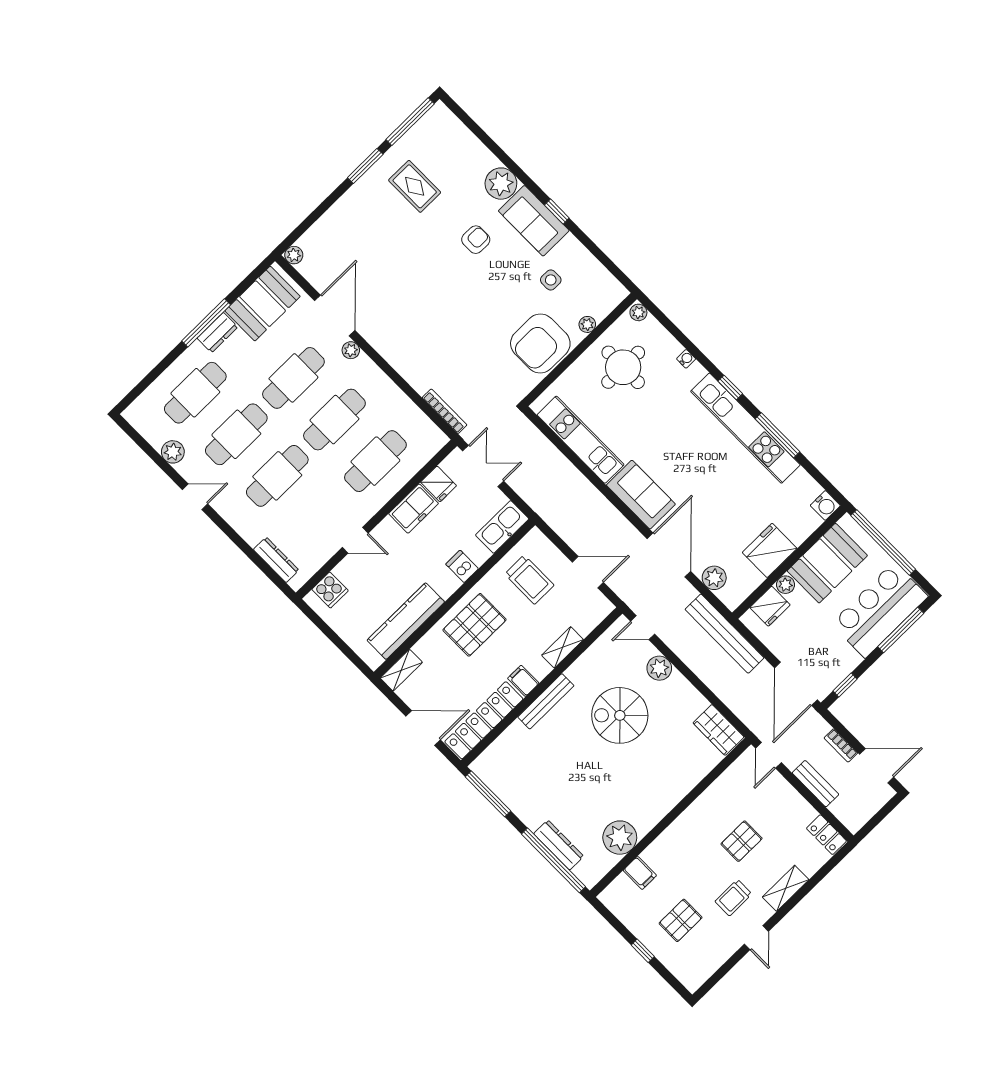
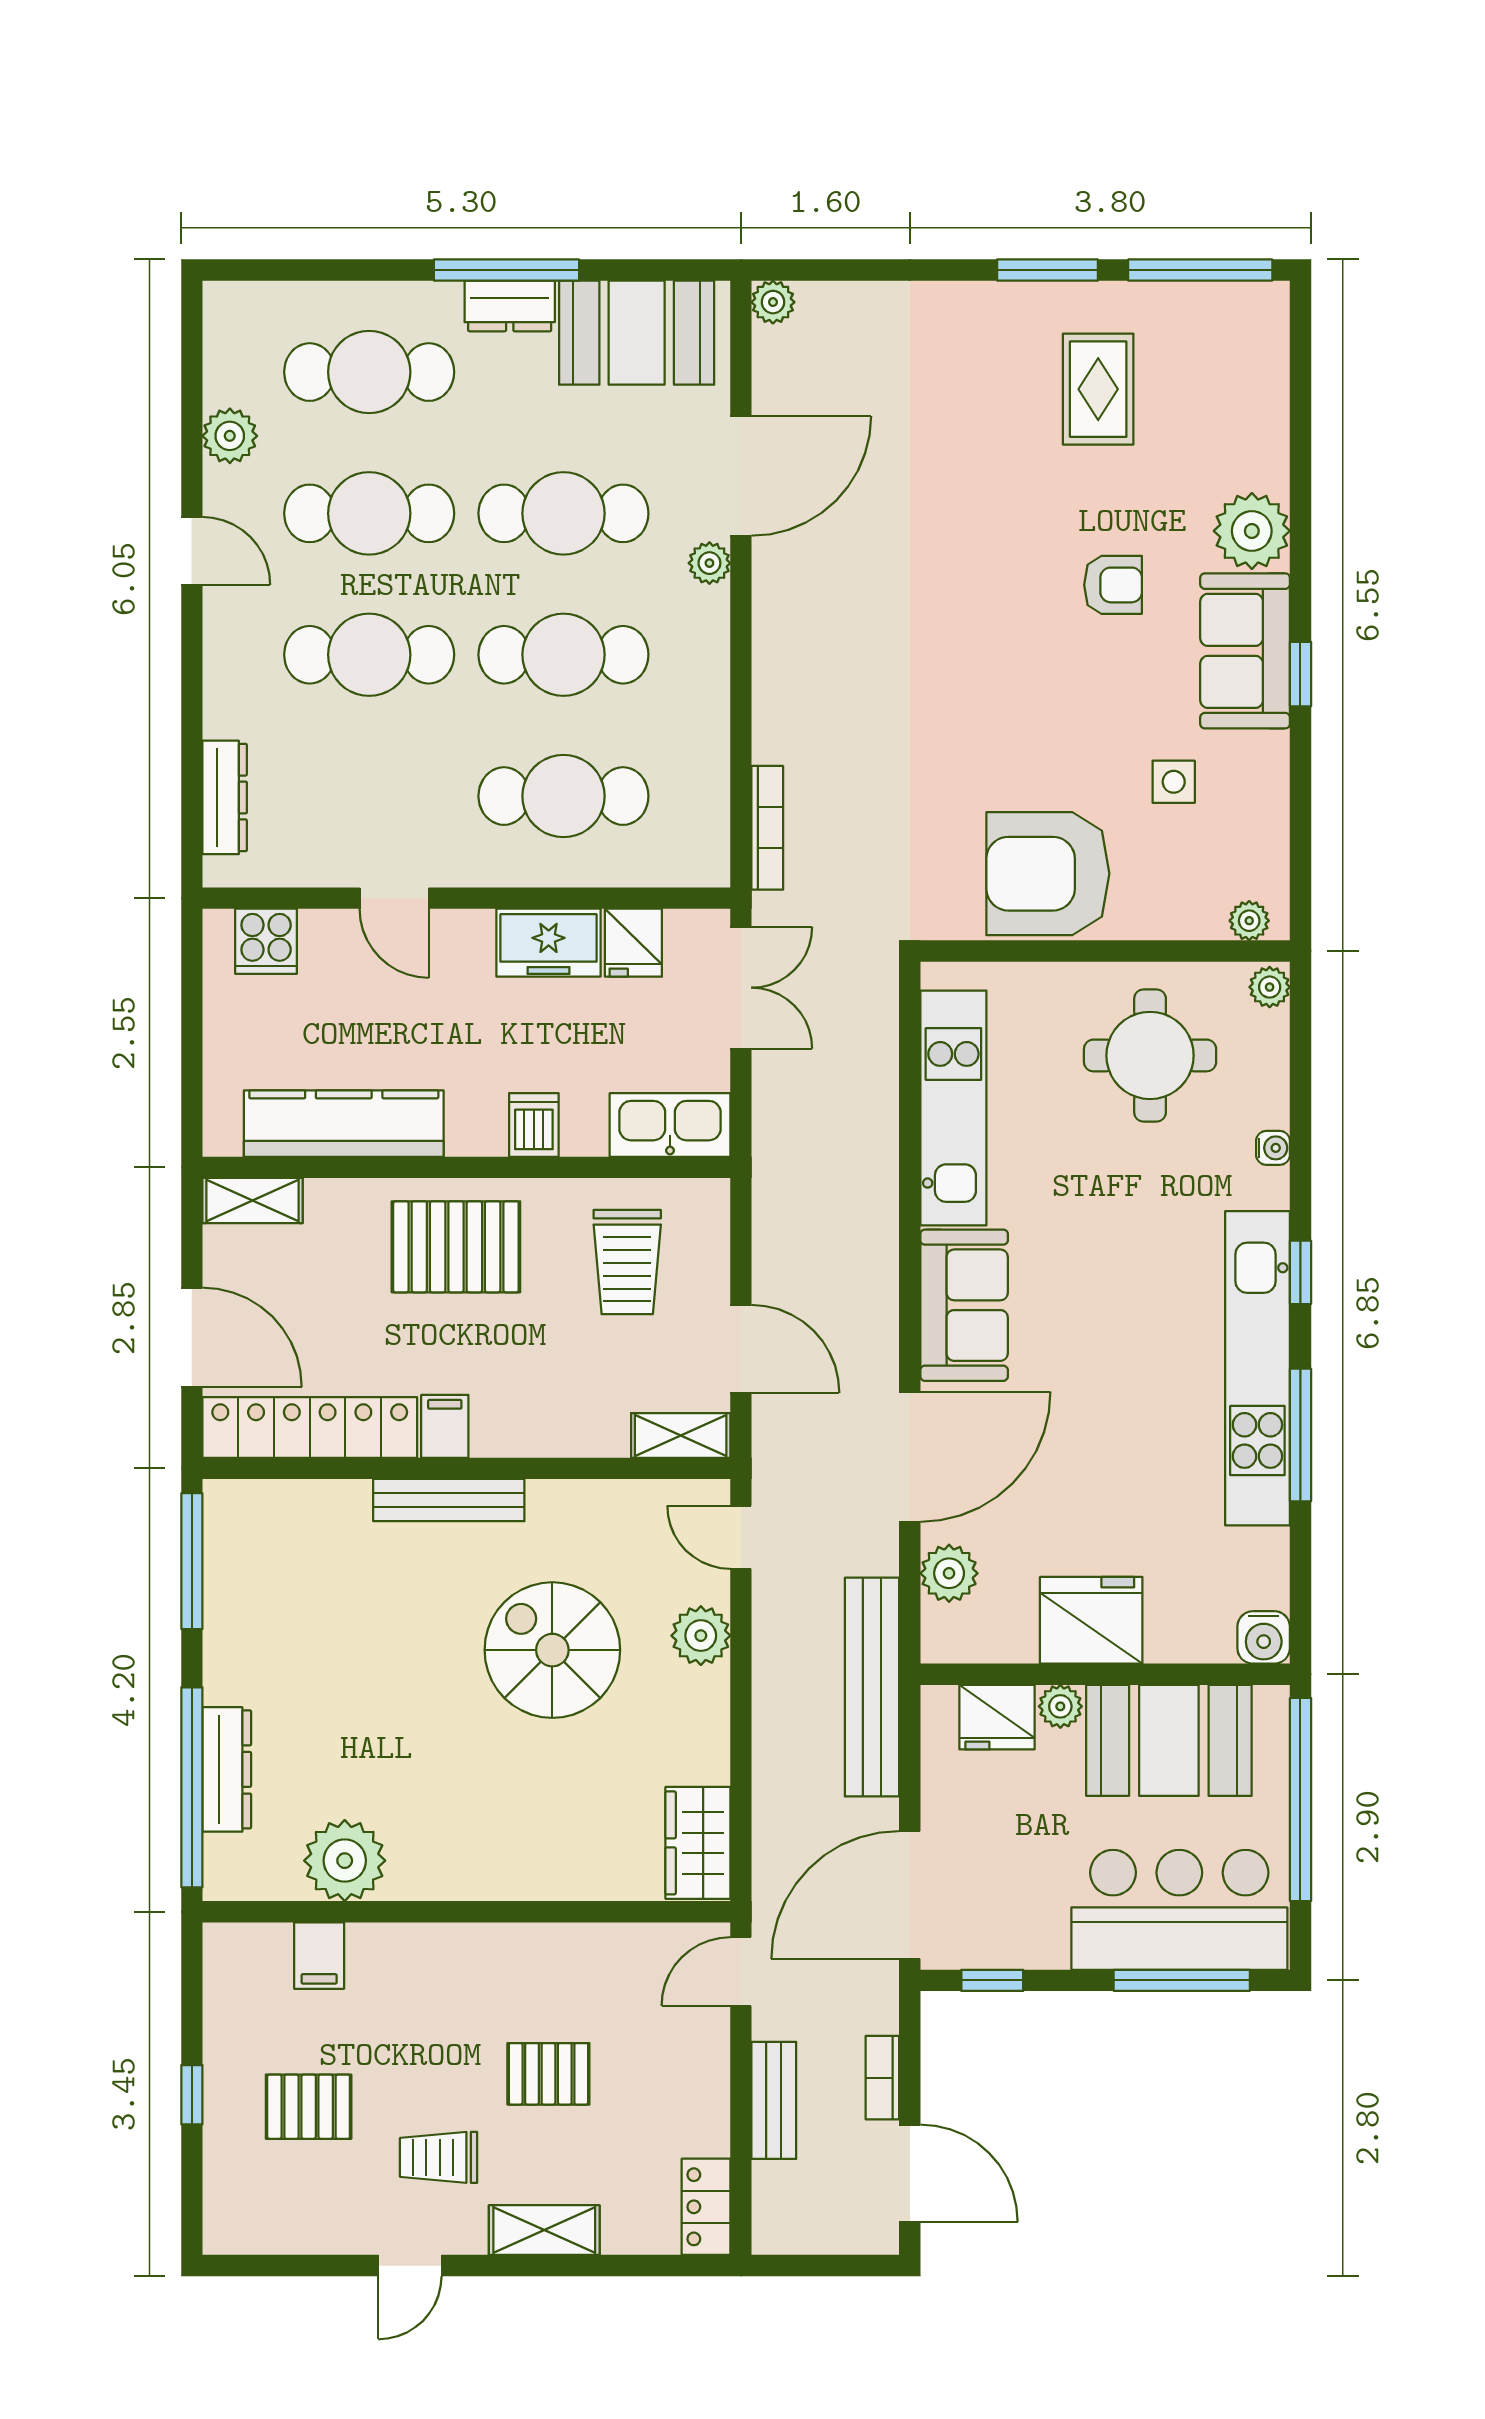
plant: (587, 324) -> (1249, 921), moved
shelving: (563, 647) -> (681, 1435), moved

